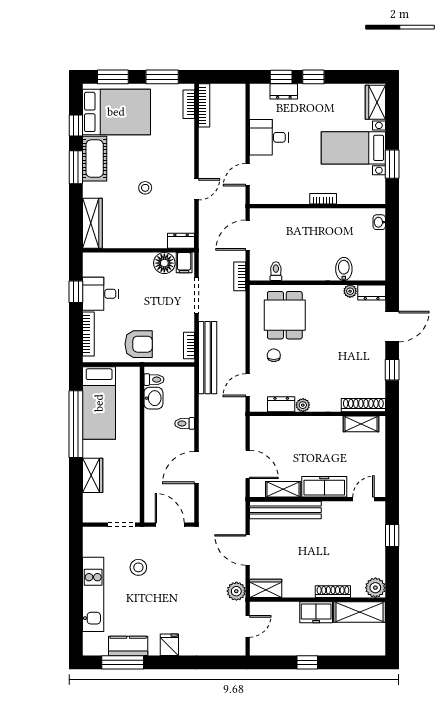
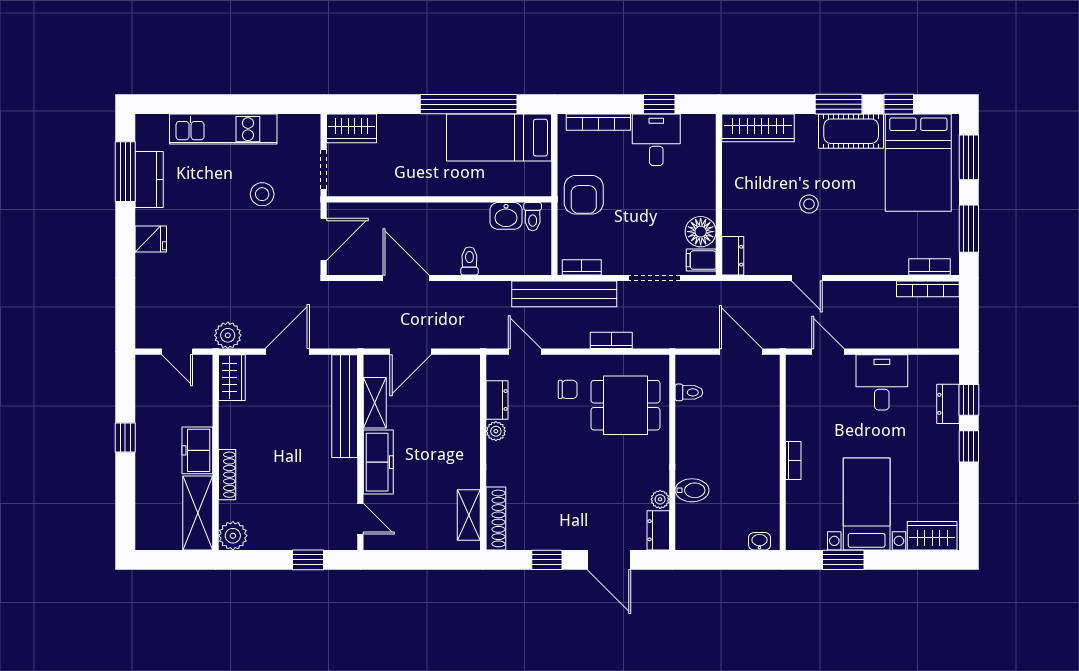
bookcase: (240, 276) -> (611, 340), moved
wardrobe: (93, 475) -> (351, 128), moved

